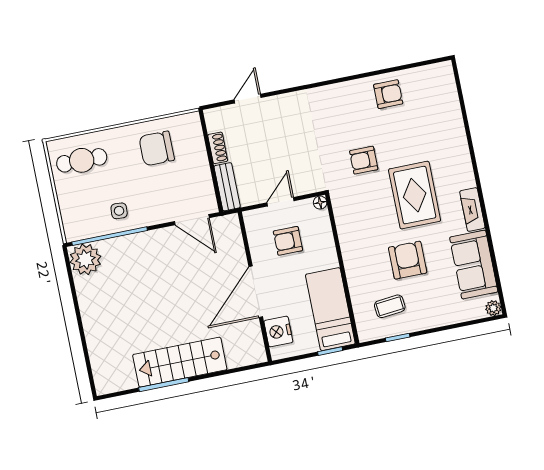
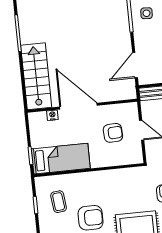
floor lamp: (320, 203) -> (138, 159), removed
armchair: (288, 241) -> (113, 133), turned 87
nightstand: (278, 332) -> (52, 115), width x0.53, depth x0.56
stairs: (180, 362) -> (36, 76), moved

